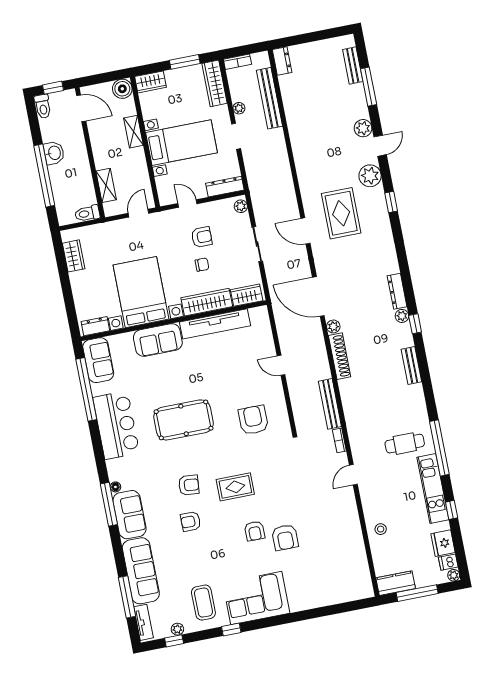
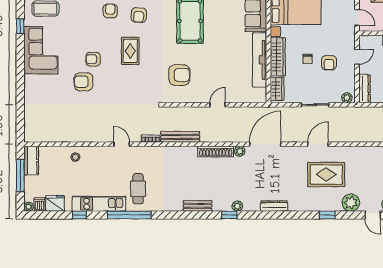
dresser: (397, 291) -> (274, 206), moved

